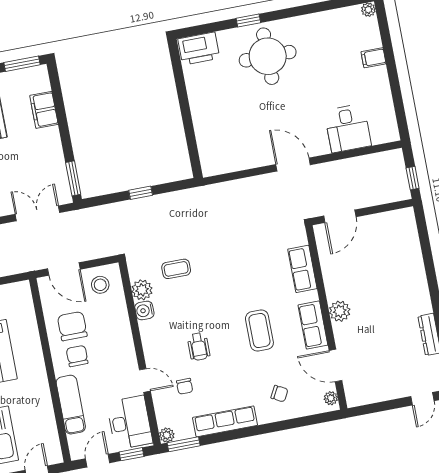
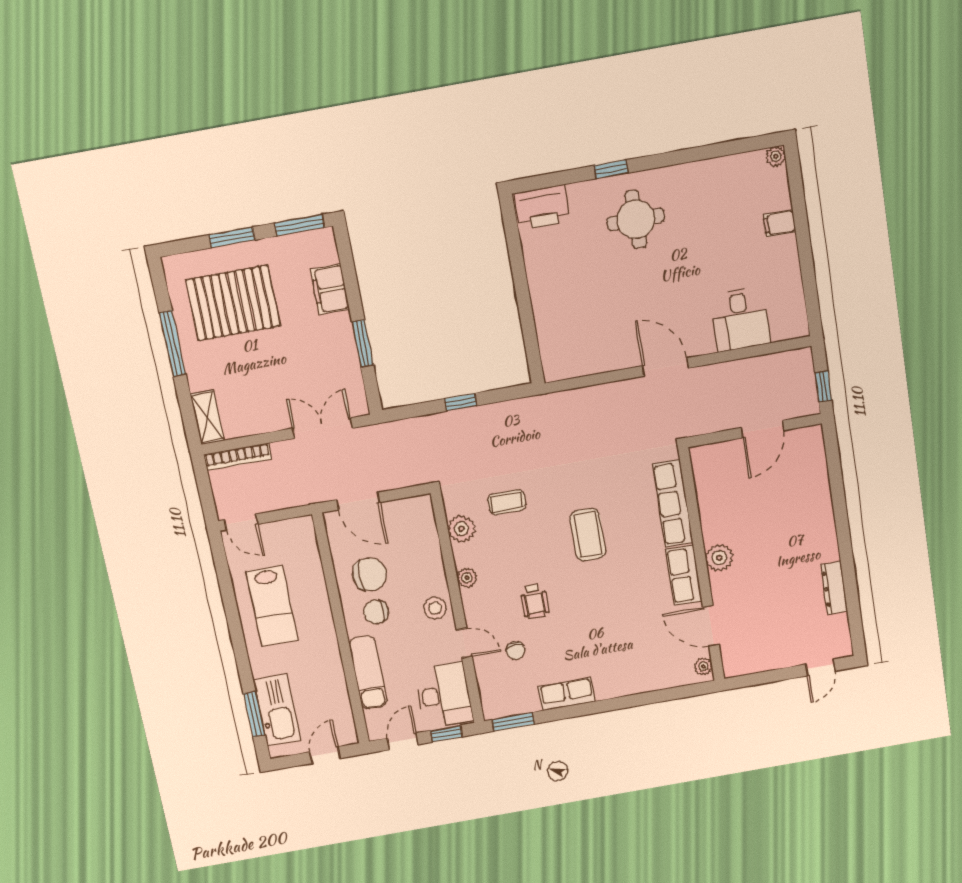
round table: (268, 56) -> (636, 219), width x0.73, depth x0.73
window: (73, 178) -> (363, 343), moved
door: (340, 216) -> (763, 429), moved
row of seats: (302, 269) -> (673, 503), width x1.48
stool: (100, 285) -> (435, 608), moved
water cooler: (144, 310) -> (464, 555), removed
chair: (72, 326) -> (370, 574), turned 90
coffee table: (259, 331) -> (588, 535), moved
chair: (77, 356) -> (376, 612), turned -90
chair: (279, 394) -> (638, 660), removed
row of seats: (225, 421) -> (567, 694), width x0.68
plant: (167, 435) -> (467, 578), moved

